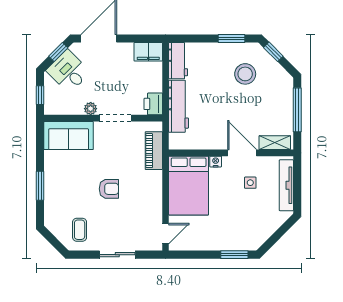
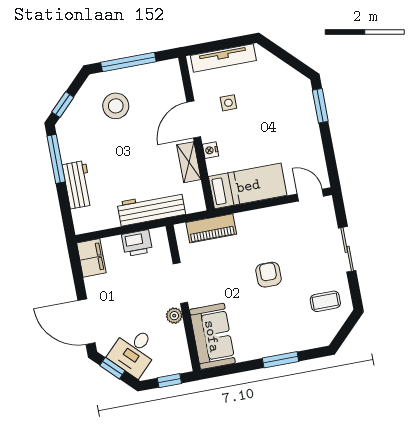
window: (231, 38) -> (56, 159), width x1.44
workbench: (178, 61) -> (78, 185), moved, turned 90
stool: (245, 74) -> (116, 106), moved
printer: (153, 104) -> (137, 243), moved
shelving: (275, 143) -> (189, 162), moved
bed: (189, 186) -> (248, 186), width x0.67

